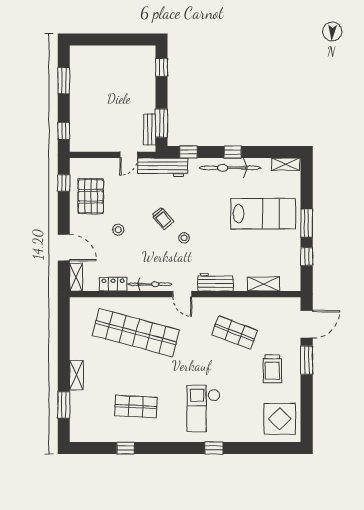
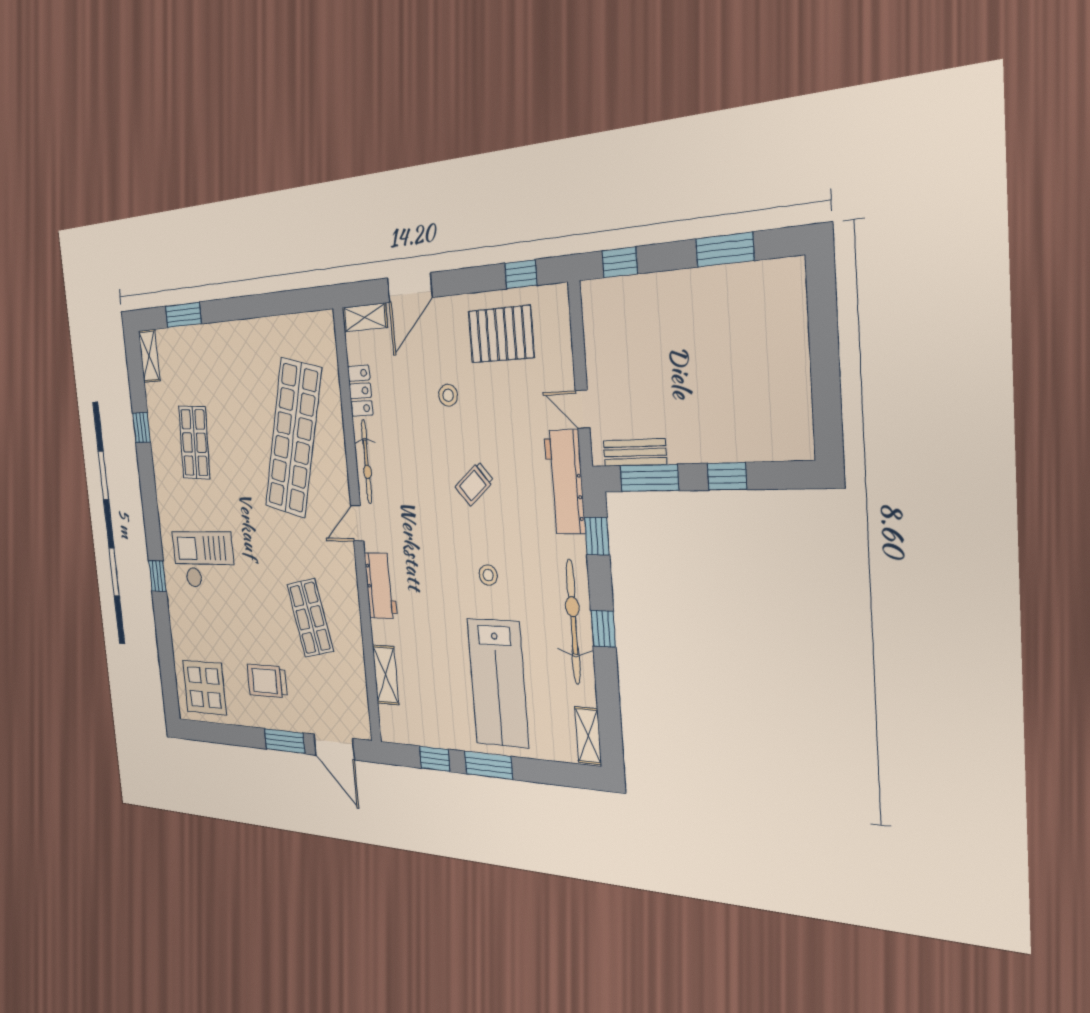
window: (161, 67) -> (727, 476), moved
stool: (184, 238) -> (488, 575), moved
shop shelf: (235, 333) -> (310, 618), turned -33
shelving: (76, 375) -> (149, 356), moved, turned 90

